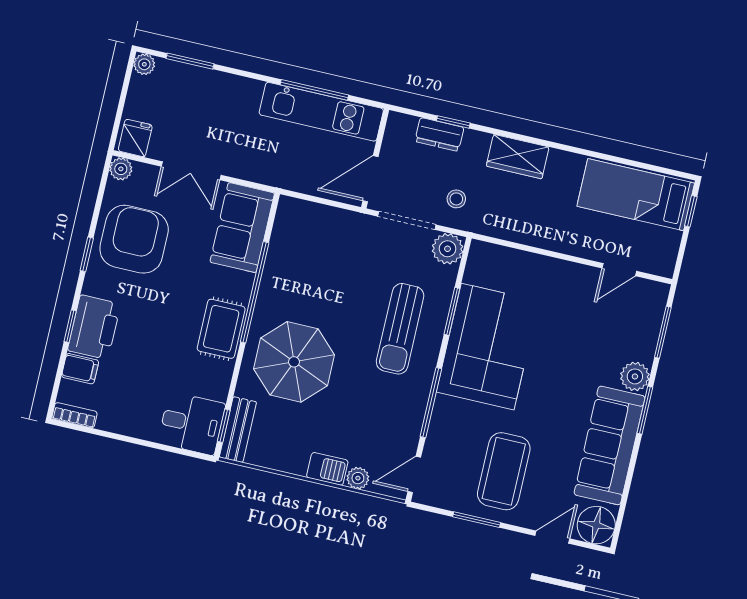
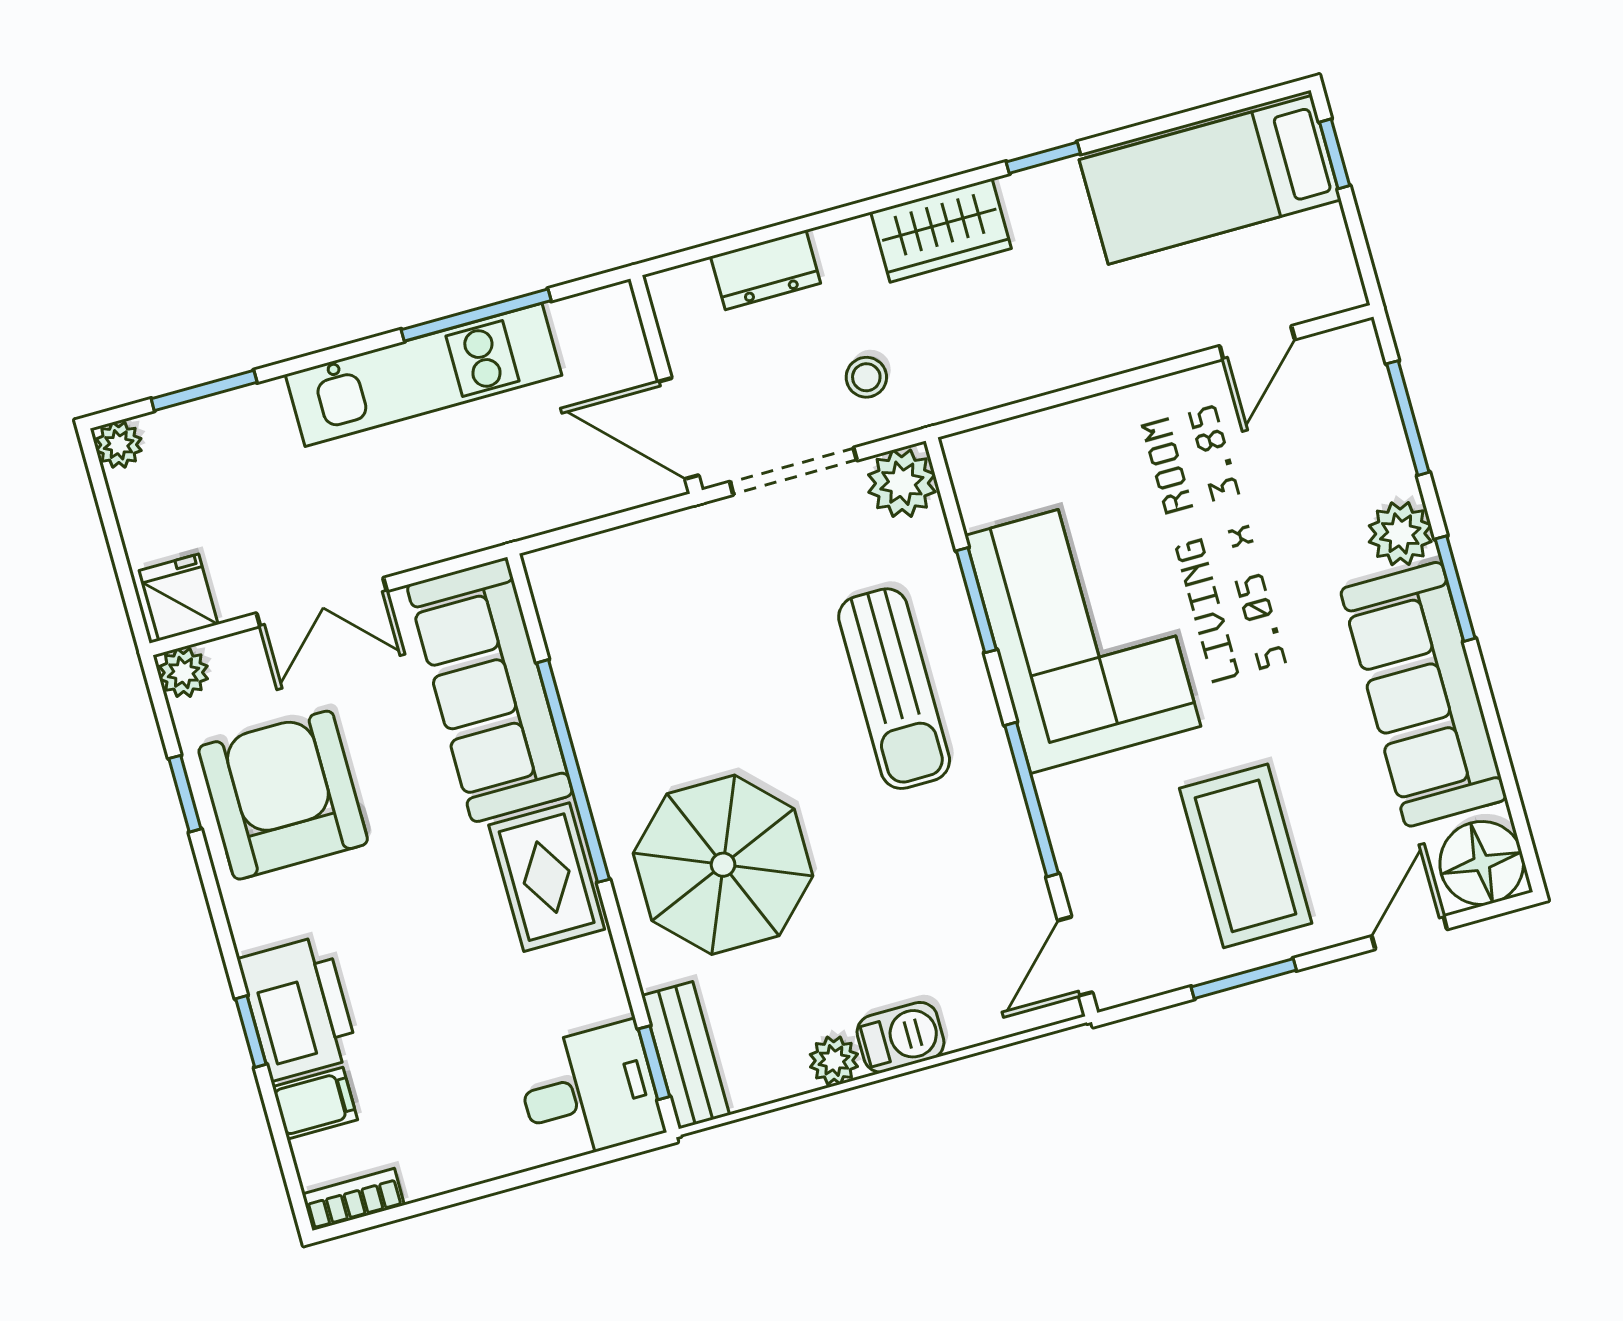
kitchen unit: (321, 112) -> (423, 375), moved
window: (453, 122) -> (1043, 158), moved
door: (370, 179) -> (678, 428), hinge flipped
sofa: (242, 228) -> (490, 690), width x1.36
window: (87, 254) -> (185, 794), moved
plant: (358, 478) -> (834, 1061), moved

